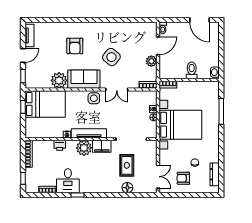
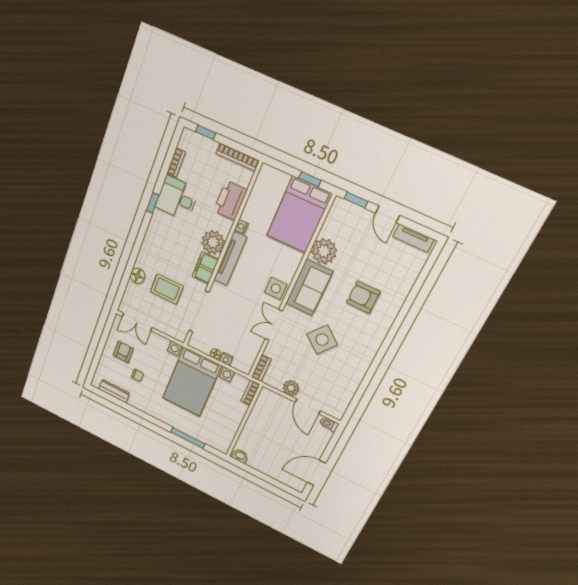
toilet: (192, 70) -> (255, 430), removed
printer: (60, 145) -> (230, 200), width x1.87, depth x1.48

